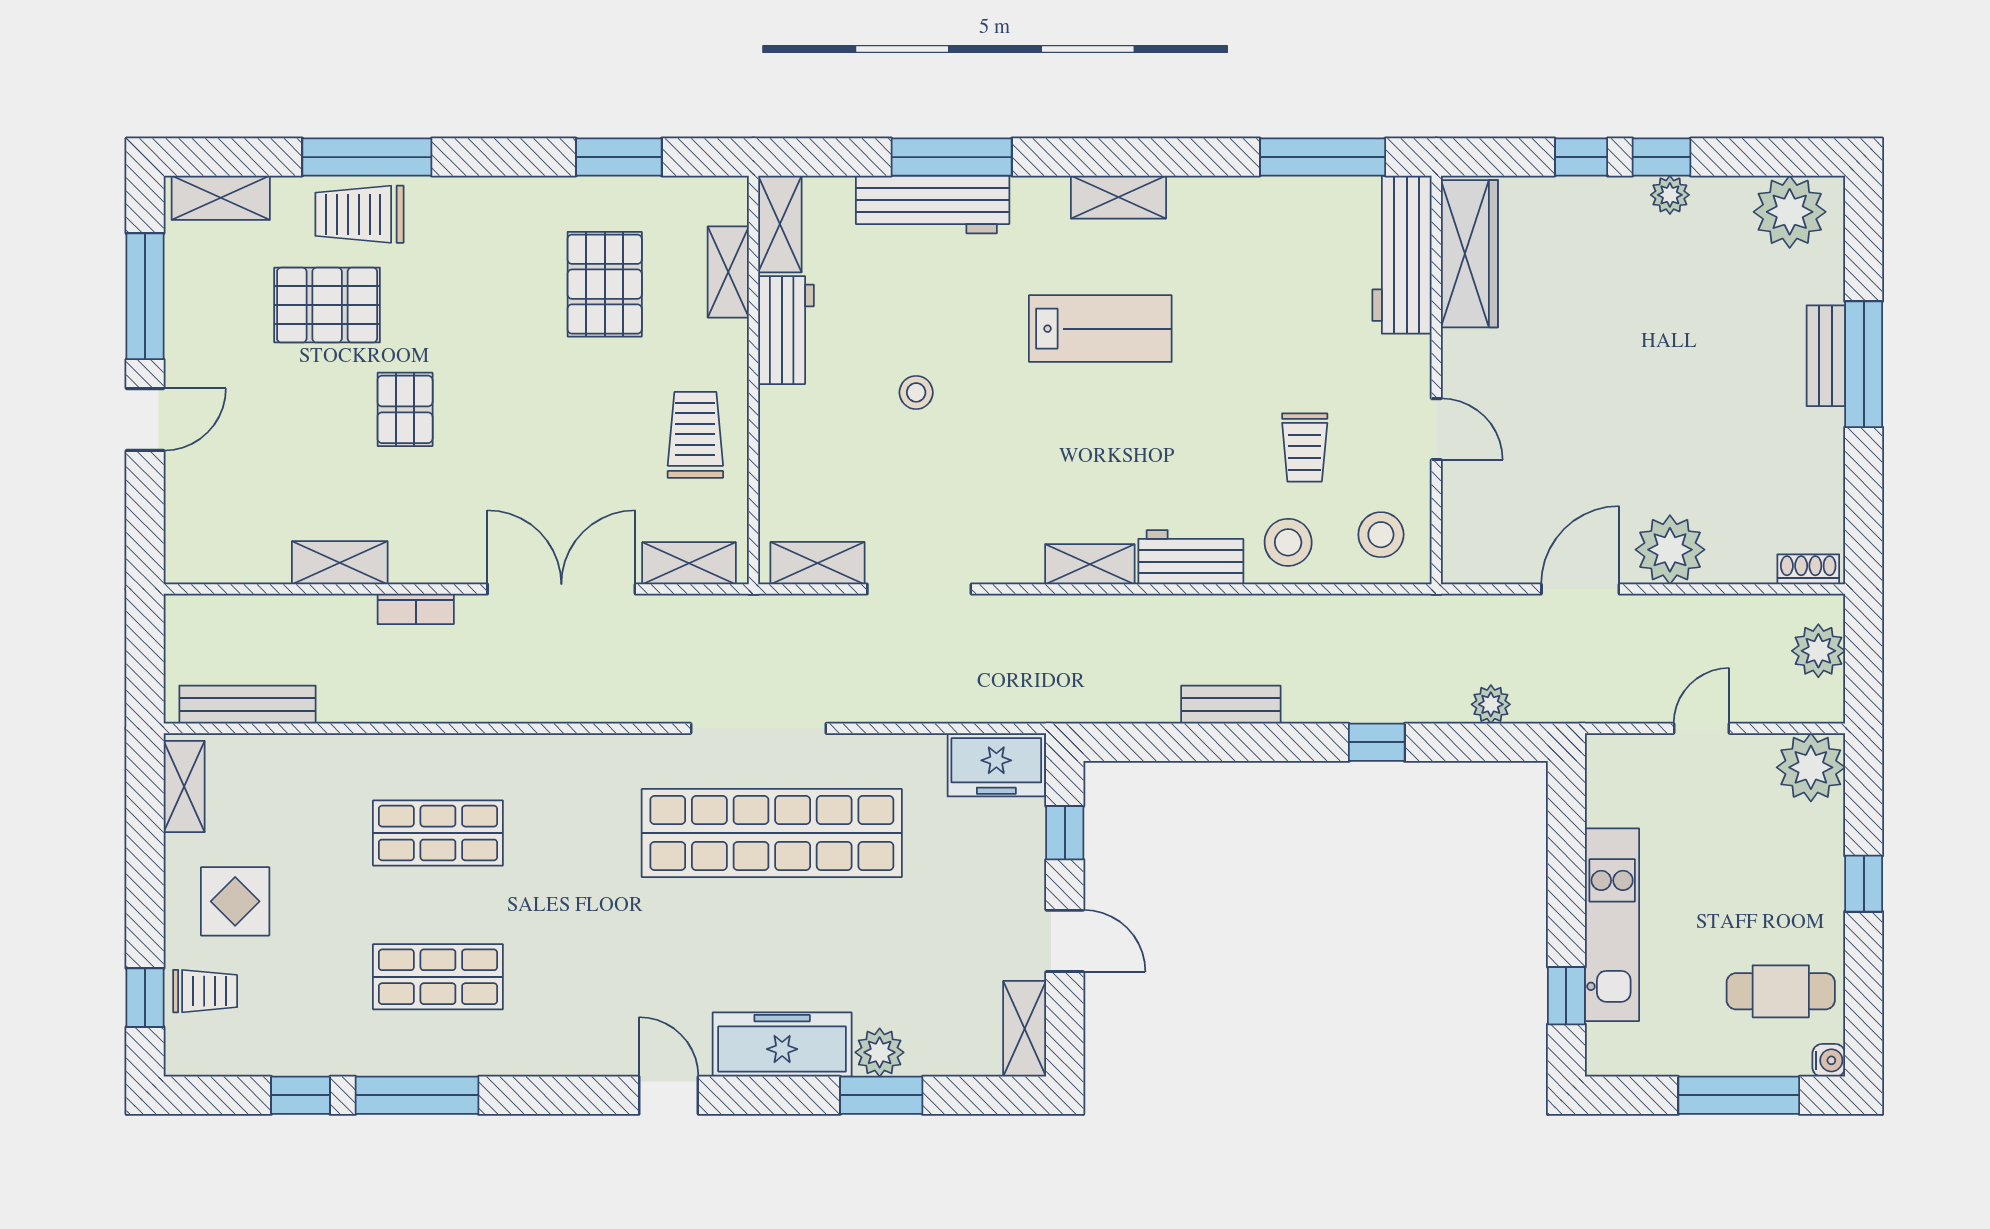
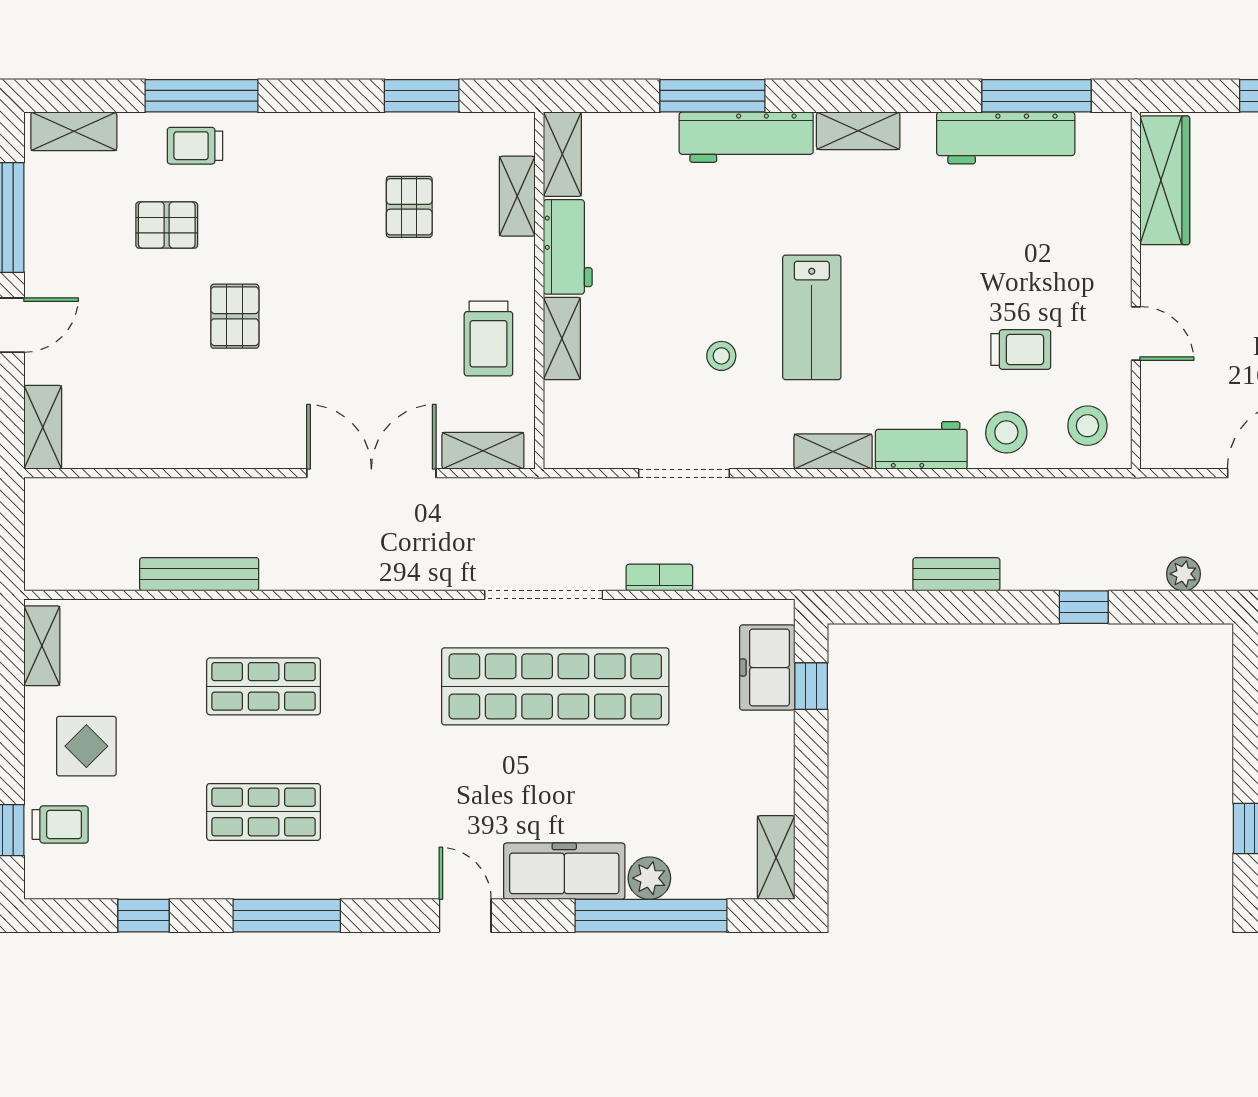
workbench: (933, 204) -> (746, 137), moved
trolley: (359, 214) -> (195, 146), width x0.73, depth x0.72
workbench: (1402, 255) -> (1006, 138), moved, turned -90
pallet: (605, 284) -> (409, 207), width x0.67, depth x0.71
pallet: (327, 305) -> (167, 225), width x0.67, depth x0.71
lab bench: (1100, 329) -> (812, 317), moved, turned 90
stool: (916, 392) -> (721, 356), moved
trolley: (695, 435) -> (488, 339), turned 180
trolley: (1305, 447) -> (1021, 350), turned -90
shelving: (340, 563) -> (43, 427), moved, turned 90
shelving: (817, 563) -> (562, 339), moved, turned 90
bookcase: (416, 609) -> (659, 578), moved, turned 180
bench: (248, 705) -> (199, 574), moved
freezer: (996, 765) -> (767, 668), moved, turned 90
door: (1065, 941) -> (811, 781), removed
window: (417, 1095) -> (287, 916), moved
window: (881, 1095) -> (651, 916), width x2.11

